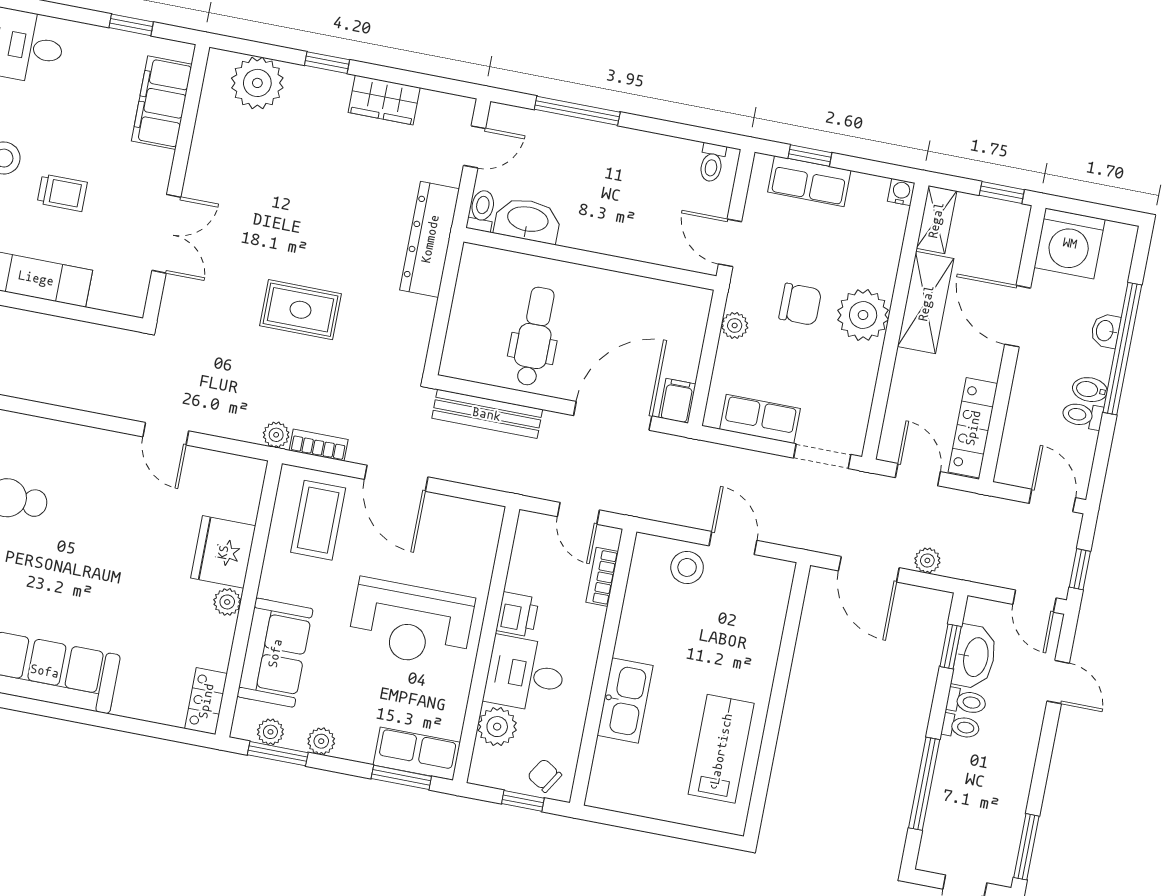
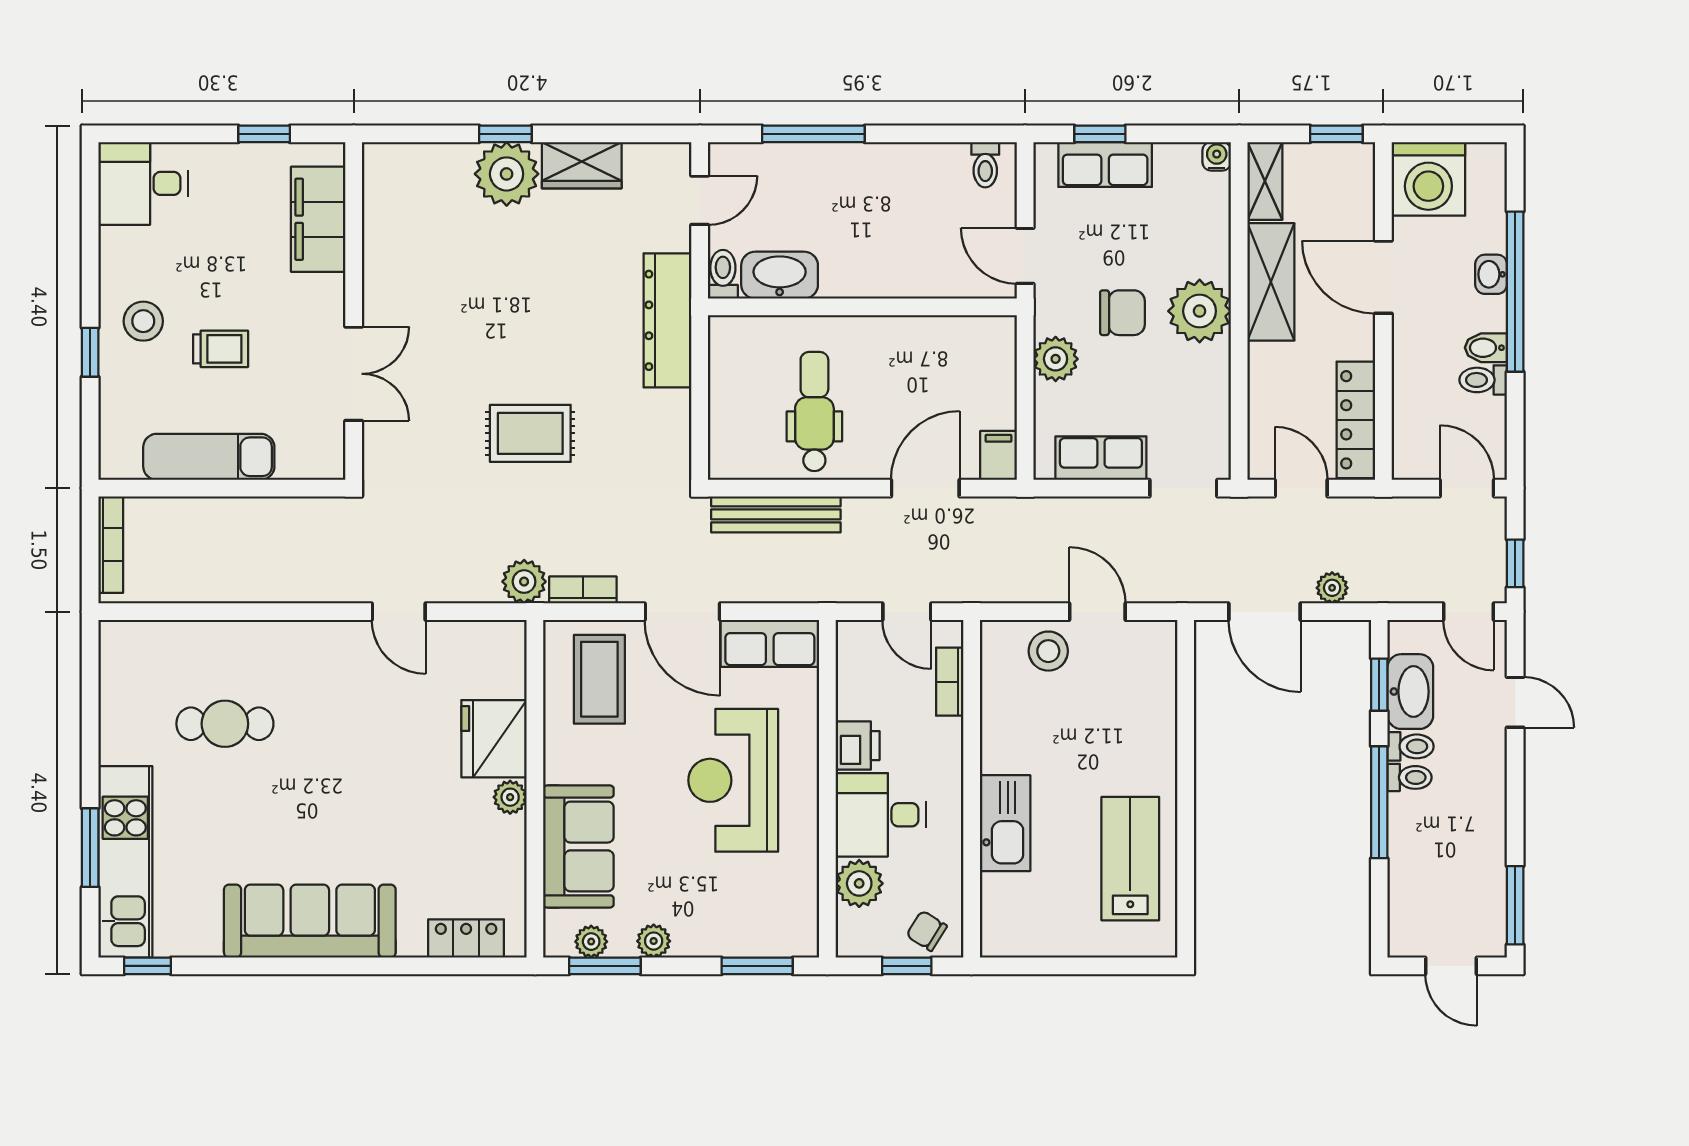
plant: (257, 83) -> (507, 174), moved
plant: (735, 325) -> (1056, 359), width x1.38, depth x1.38
door: (613, 416) -> (925, 488), width x0.73
plant: (276, 435) -> (524, 582), width x1.38, depth x1.38
reception desk: (411, 623) -> (733, 780), turned 90
locker: (206, 701) -> (466, 938), moved, turned 90
row of seats: (417, 754) -> (770, 643), moved, turned 180
window: (924, 784) -> (1379, 802), moved

